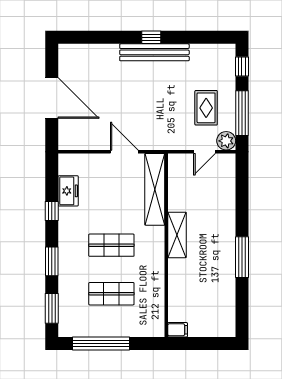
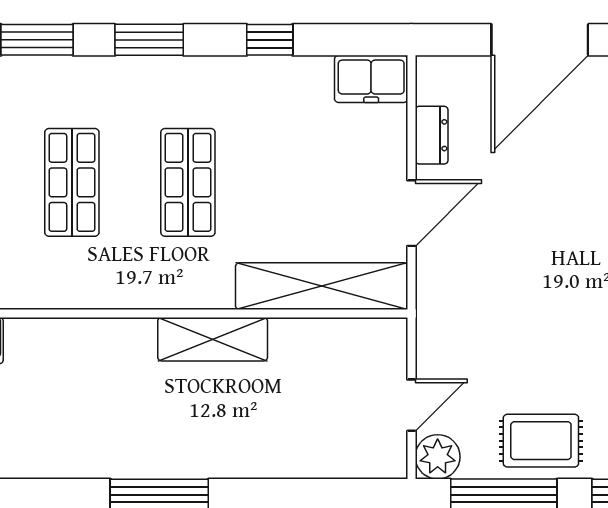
rug: (206, 108) -> (541, 441), moved
dresser: (92, 143) -> (432, 135), added
door: (205, 152) -> (411, 405), swing flipped
freezer: (68, 191) -> (371, 79), moved

